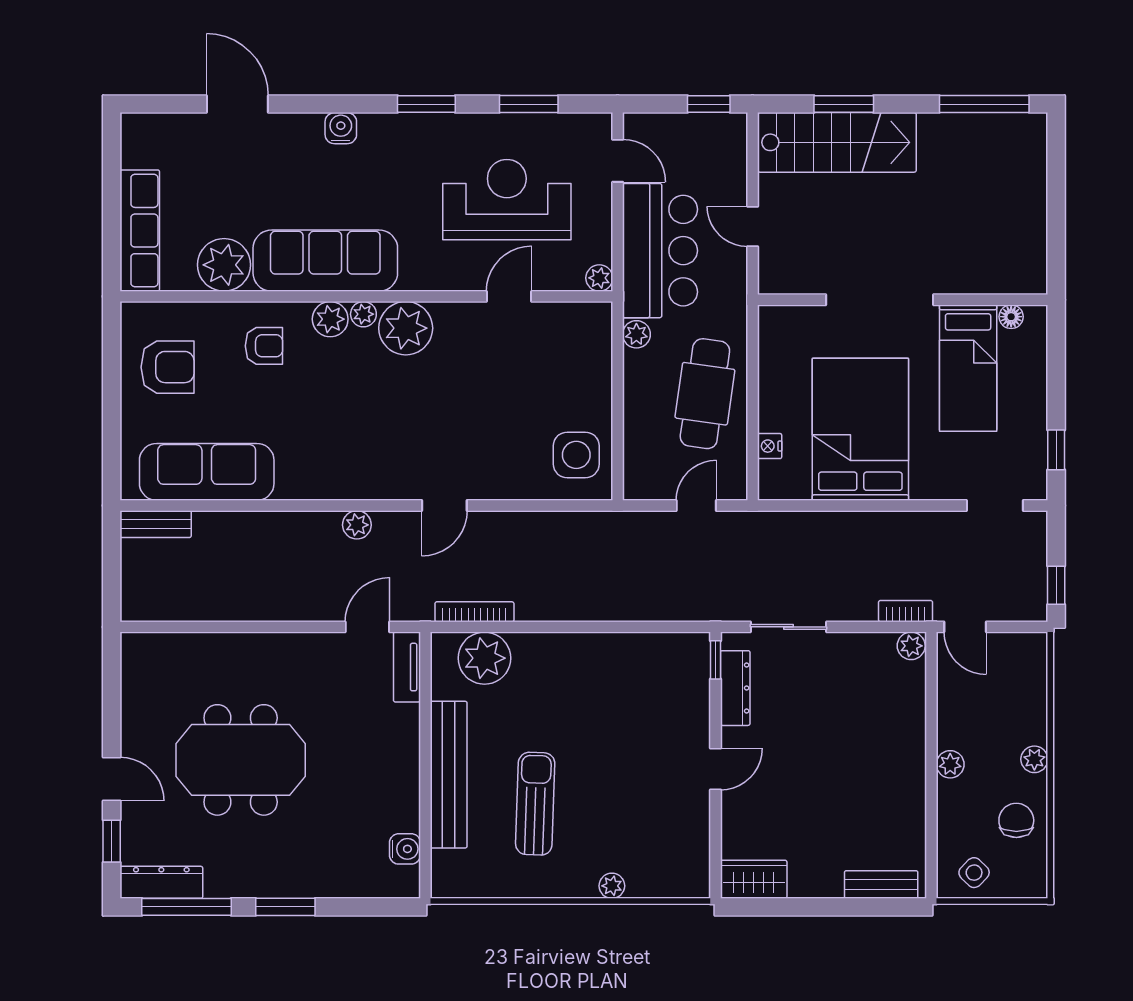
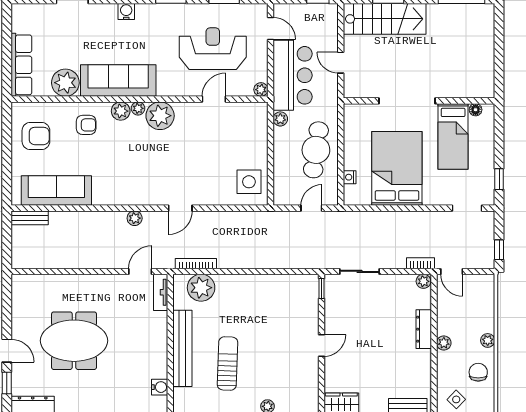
dresser: (735, 688) -> (424, 329), moved, turned 180

